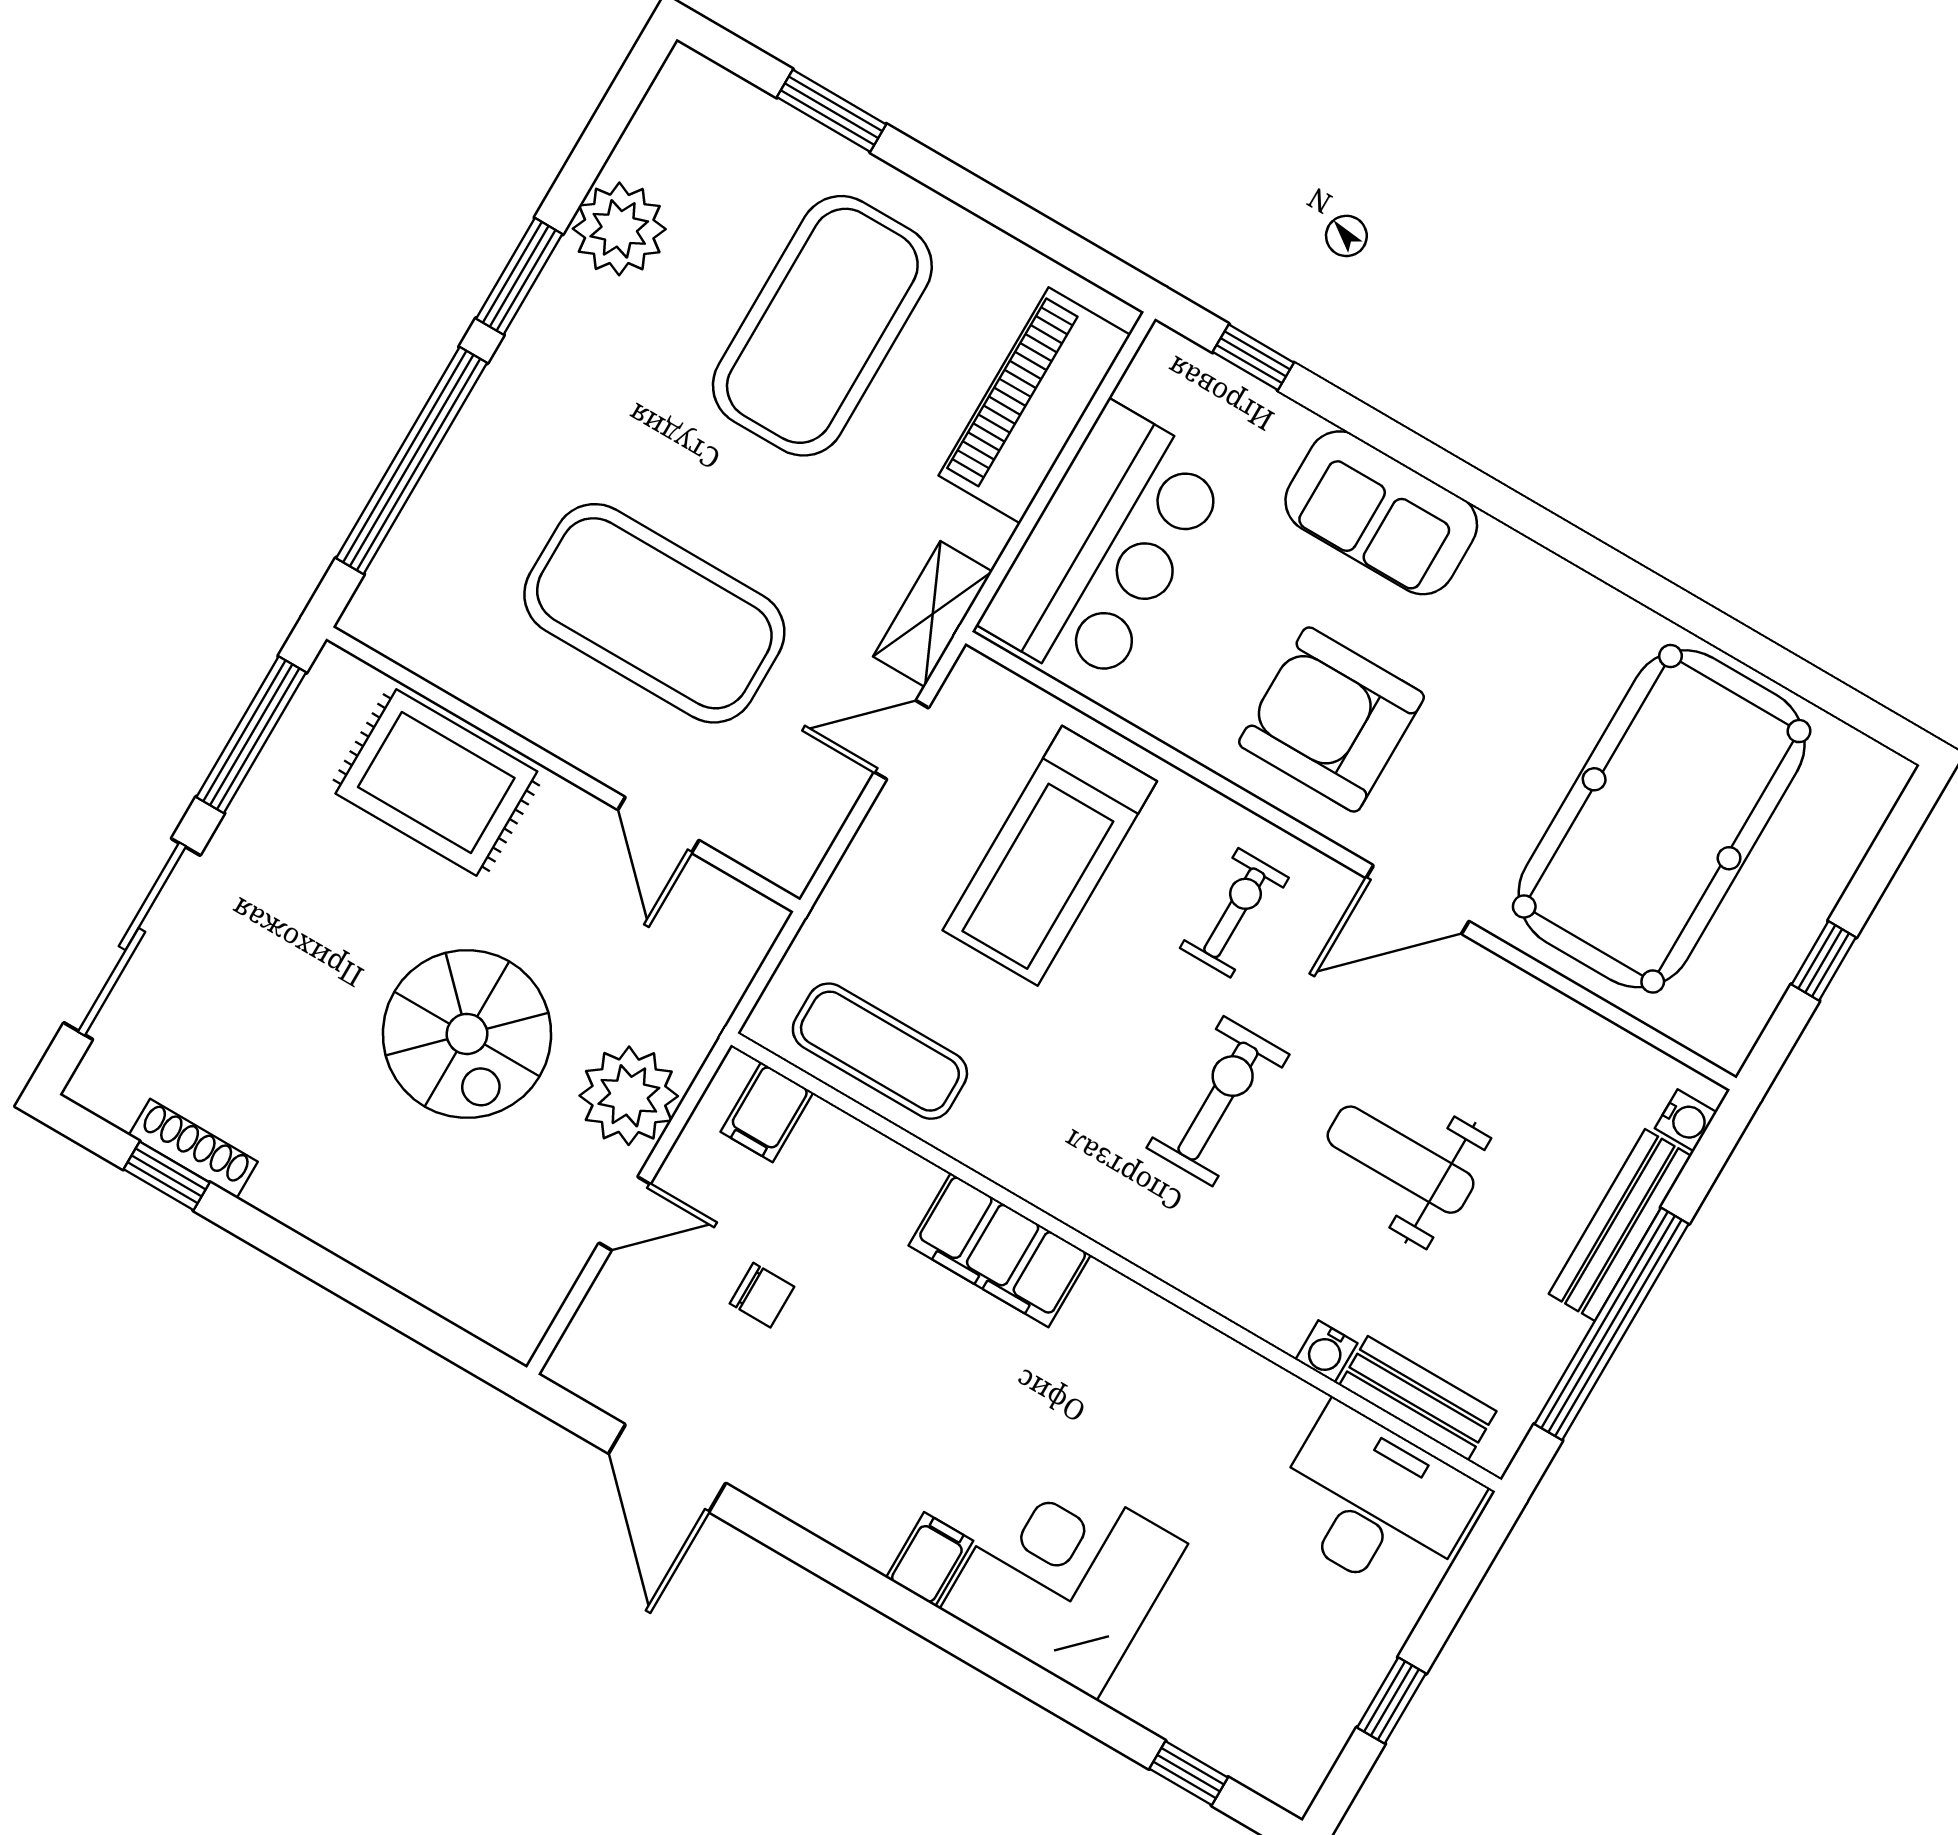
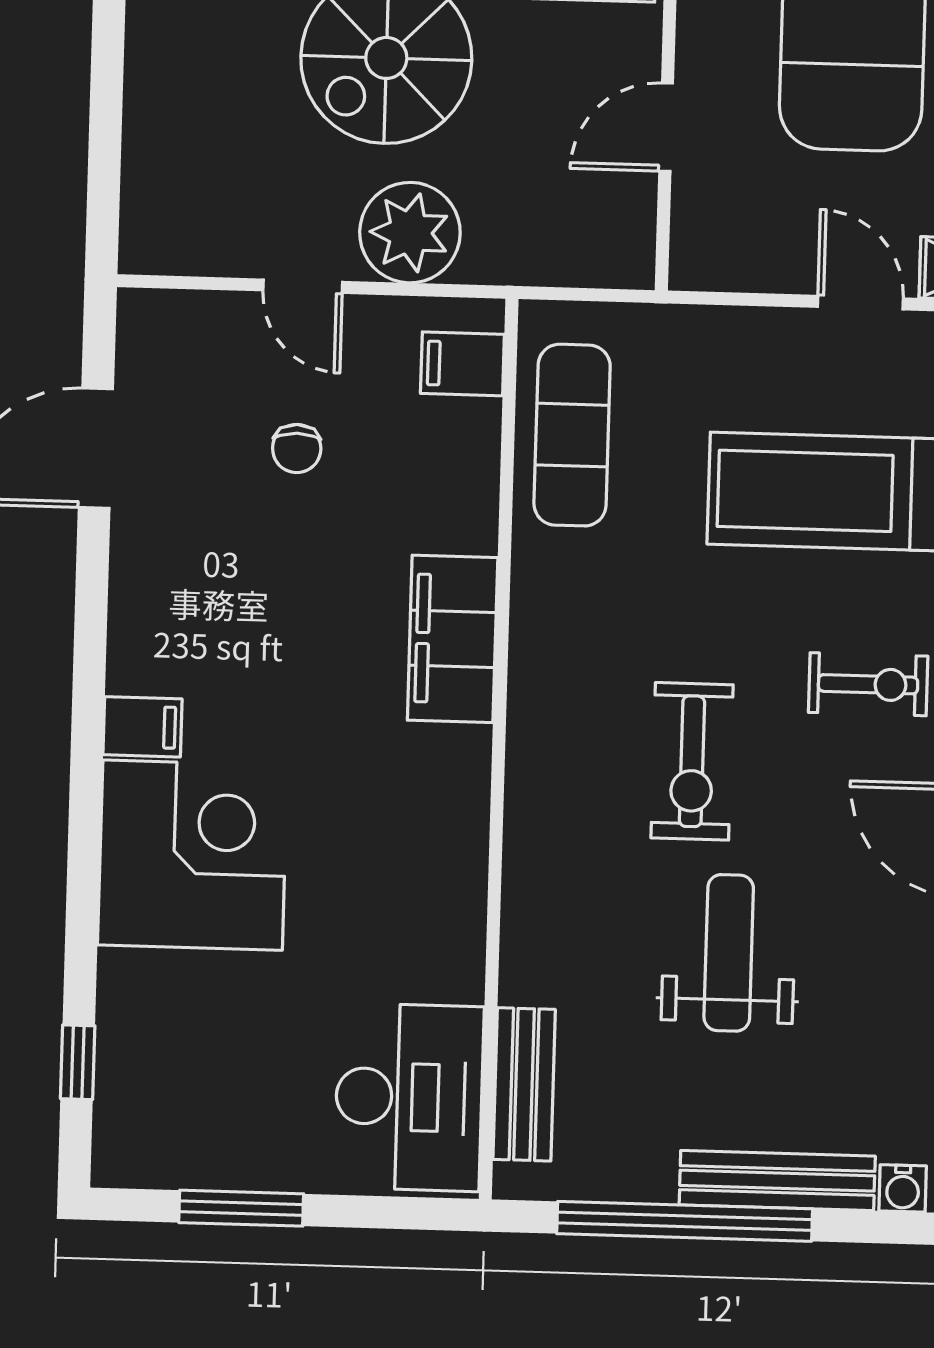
exercise bike: (1218, 1101) -> (692, 761), turned 90
water cooler: (1327, 1351) -> (521, 980), removed
window: (1392, 1701) -> (241, 1208), width x1.50

